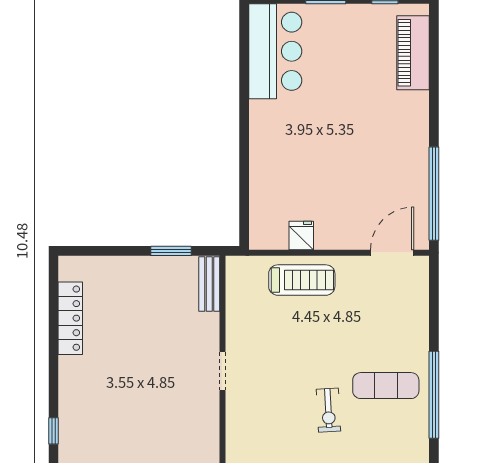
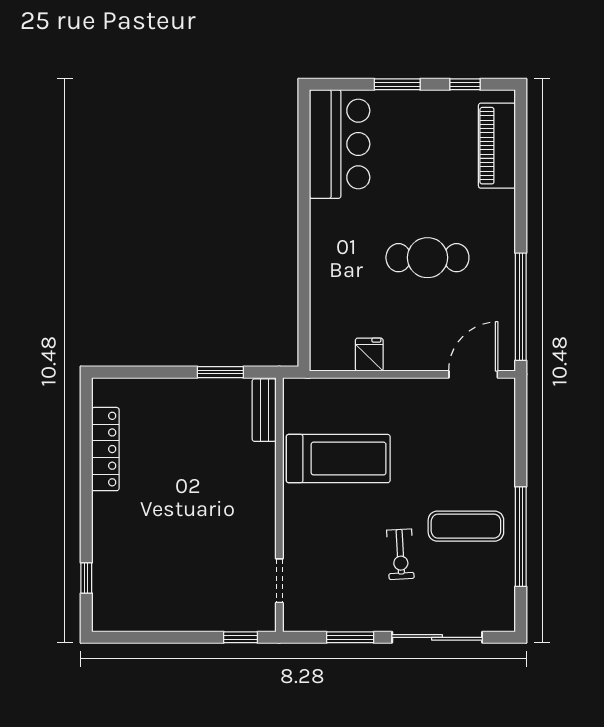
cafe table: (352, 151) -> (427, 258), added
treadmill: (302, 280) -> (338, 459), moved, width x1.37, depth x1.38
doorway: (222, 371) -> (279, 581), moved

